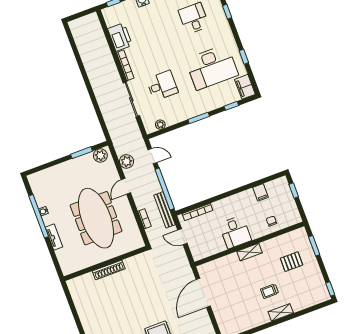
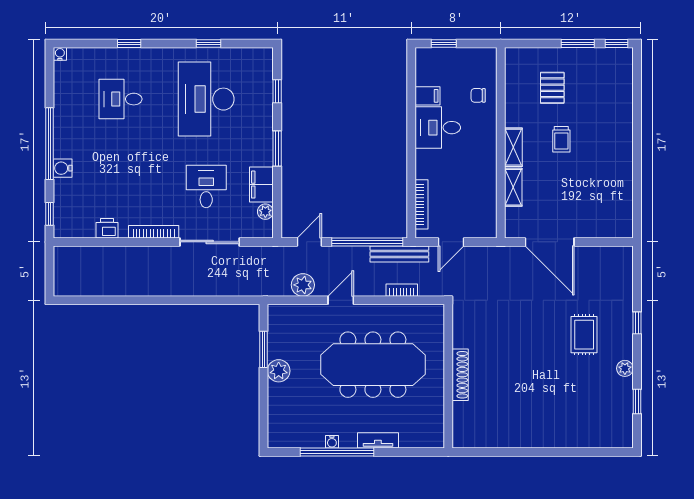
printer: (120, 37) -> (107, 228), width x0.53, depth x0.68
desk: (212, 67) -> (206, 99), turned 180
filing cabinet: (245, 87) -> (261, 185), moved, turned 90
plant: (100, 156) -> (279, 371), moved
door: (126, 186) -> (341, 300), swing flipped
desk: (235, 232) -> (438, 128), moved, turned 180
window: (314, 246) -> (578, 44), moved
trolley: (270, 291) -> (561, 139), moved
shelving: (281, 312) -> (513, 187), moved

